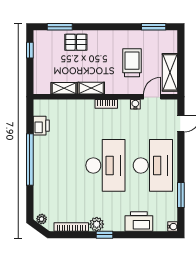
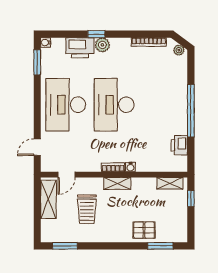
window: (30, 50) -> (191, 198), moved
shelving: (64, 88) -> (170, 183), moved
shelving: (91, 88) -> (117, 183), moved
water cooler: (135, 104) -> (130, 167), moved
window: (181, 195) -> (37, 62), moved
plant: (97, 224) -> (102, 45), moved
window: (105, 235) -> (96, 34), moved

